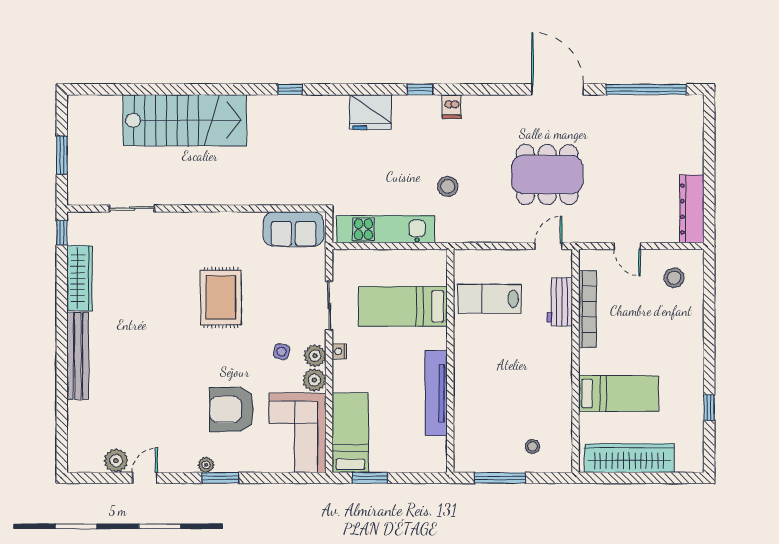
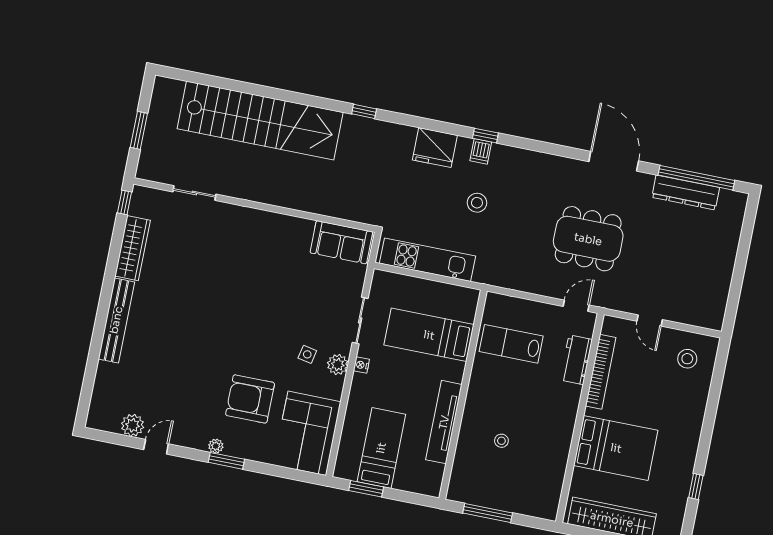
dishwasher: (452, 107) -> (481, 151), moved
stairs: (185, 120) -> (260, 121), width x1.36
stool: (448, 186) -> (477, 203), moved
dresser: (692, 209) -> (686, 192), moved, turned -90
rug: (221, 297) -> (261, 293), removed
plant: (314, 380) -> (333, 387), removed
bed: (619, 393) -> (616, 448), width x1.50
bed: (350, 433) -> (381, 448), moved
stool: (532, 446) -> (501, 441), moved

